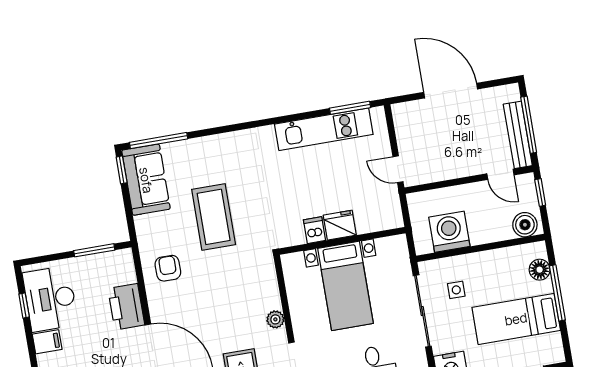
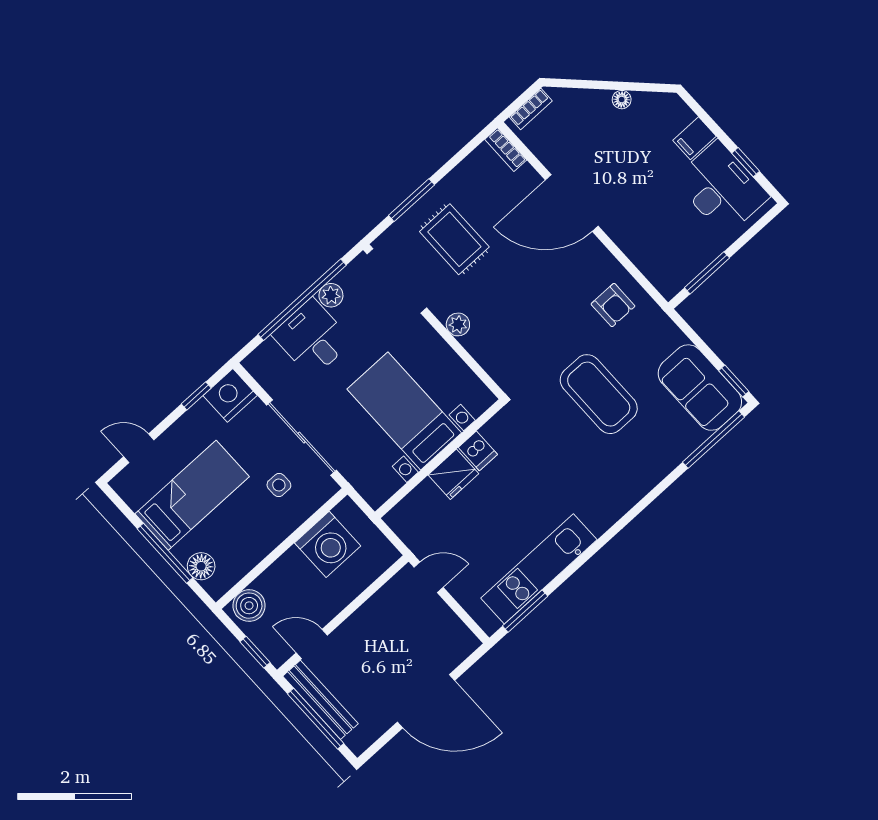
printer: (126, 307) -> (632, 233), removed

